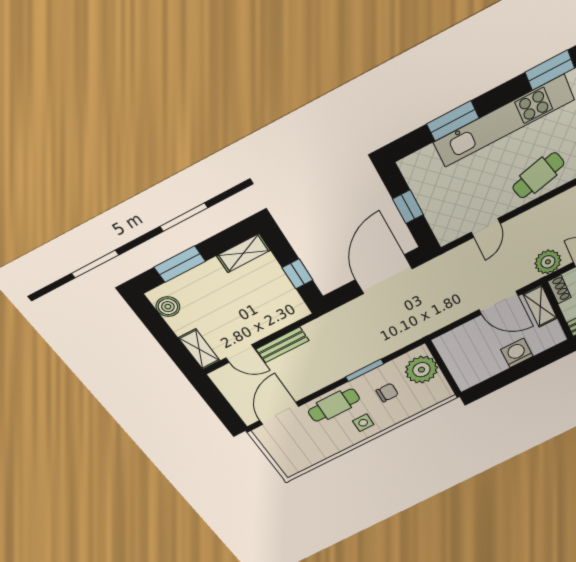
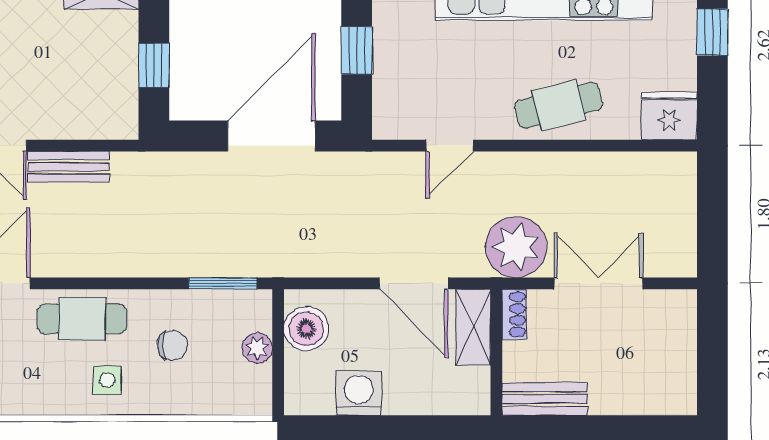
plant: (548, 262) -> (516, 247), width x1.36, depth x1.36
boiler: (452, 351) -> (306, 329), added
washing machine: (517, 353) -> (359, 393), moved
window: (365, 370) -> (223, 283), moved
plant: (421, 370) -> (257, 348), width x0.53, depth x0.53

